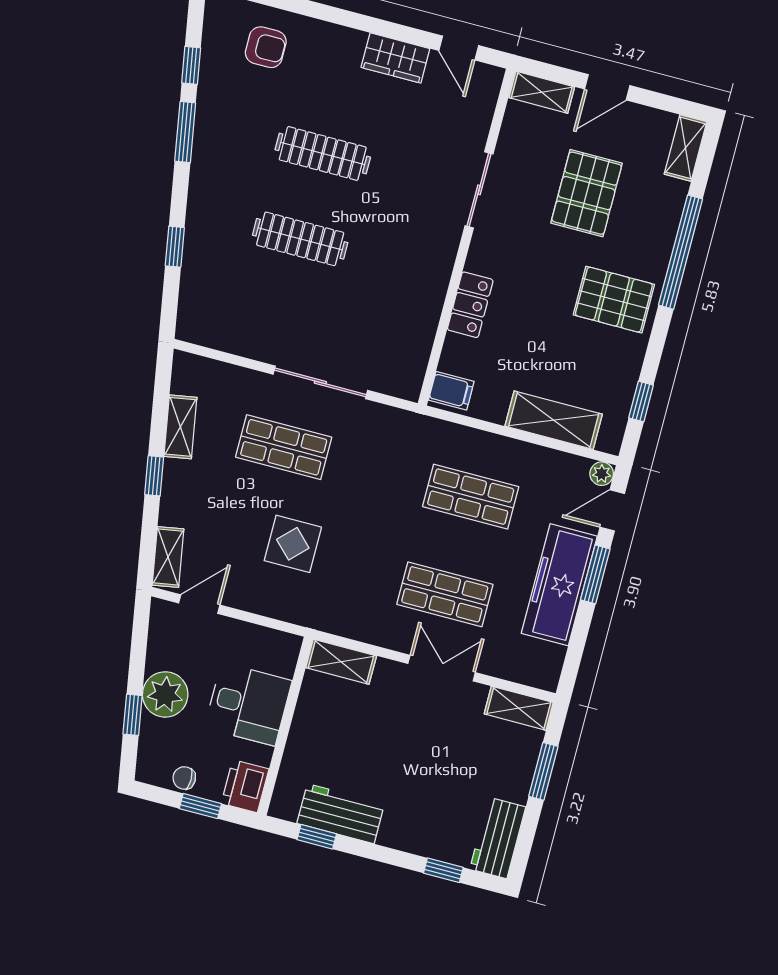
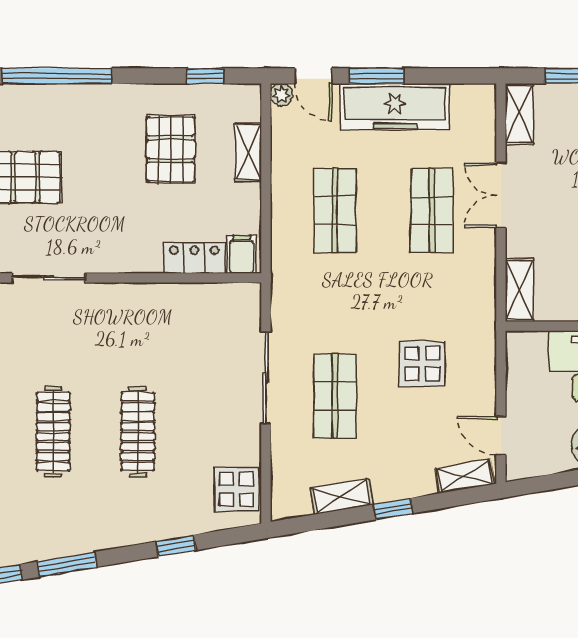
pallet: (614, 300) -> (171, 149), moved
locker: (470, 305) -> (194, 258), moved
display table: (216, 323) -> (236, 489), added
shelving: (554, 420) -> (248, 152), width x0.67, depth x0.75

